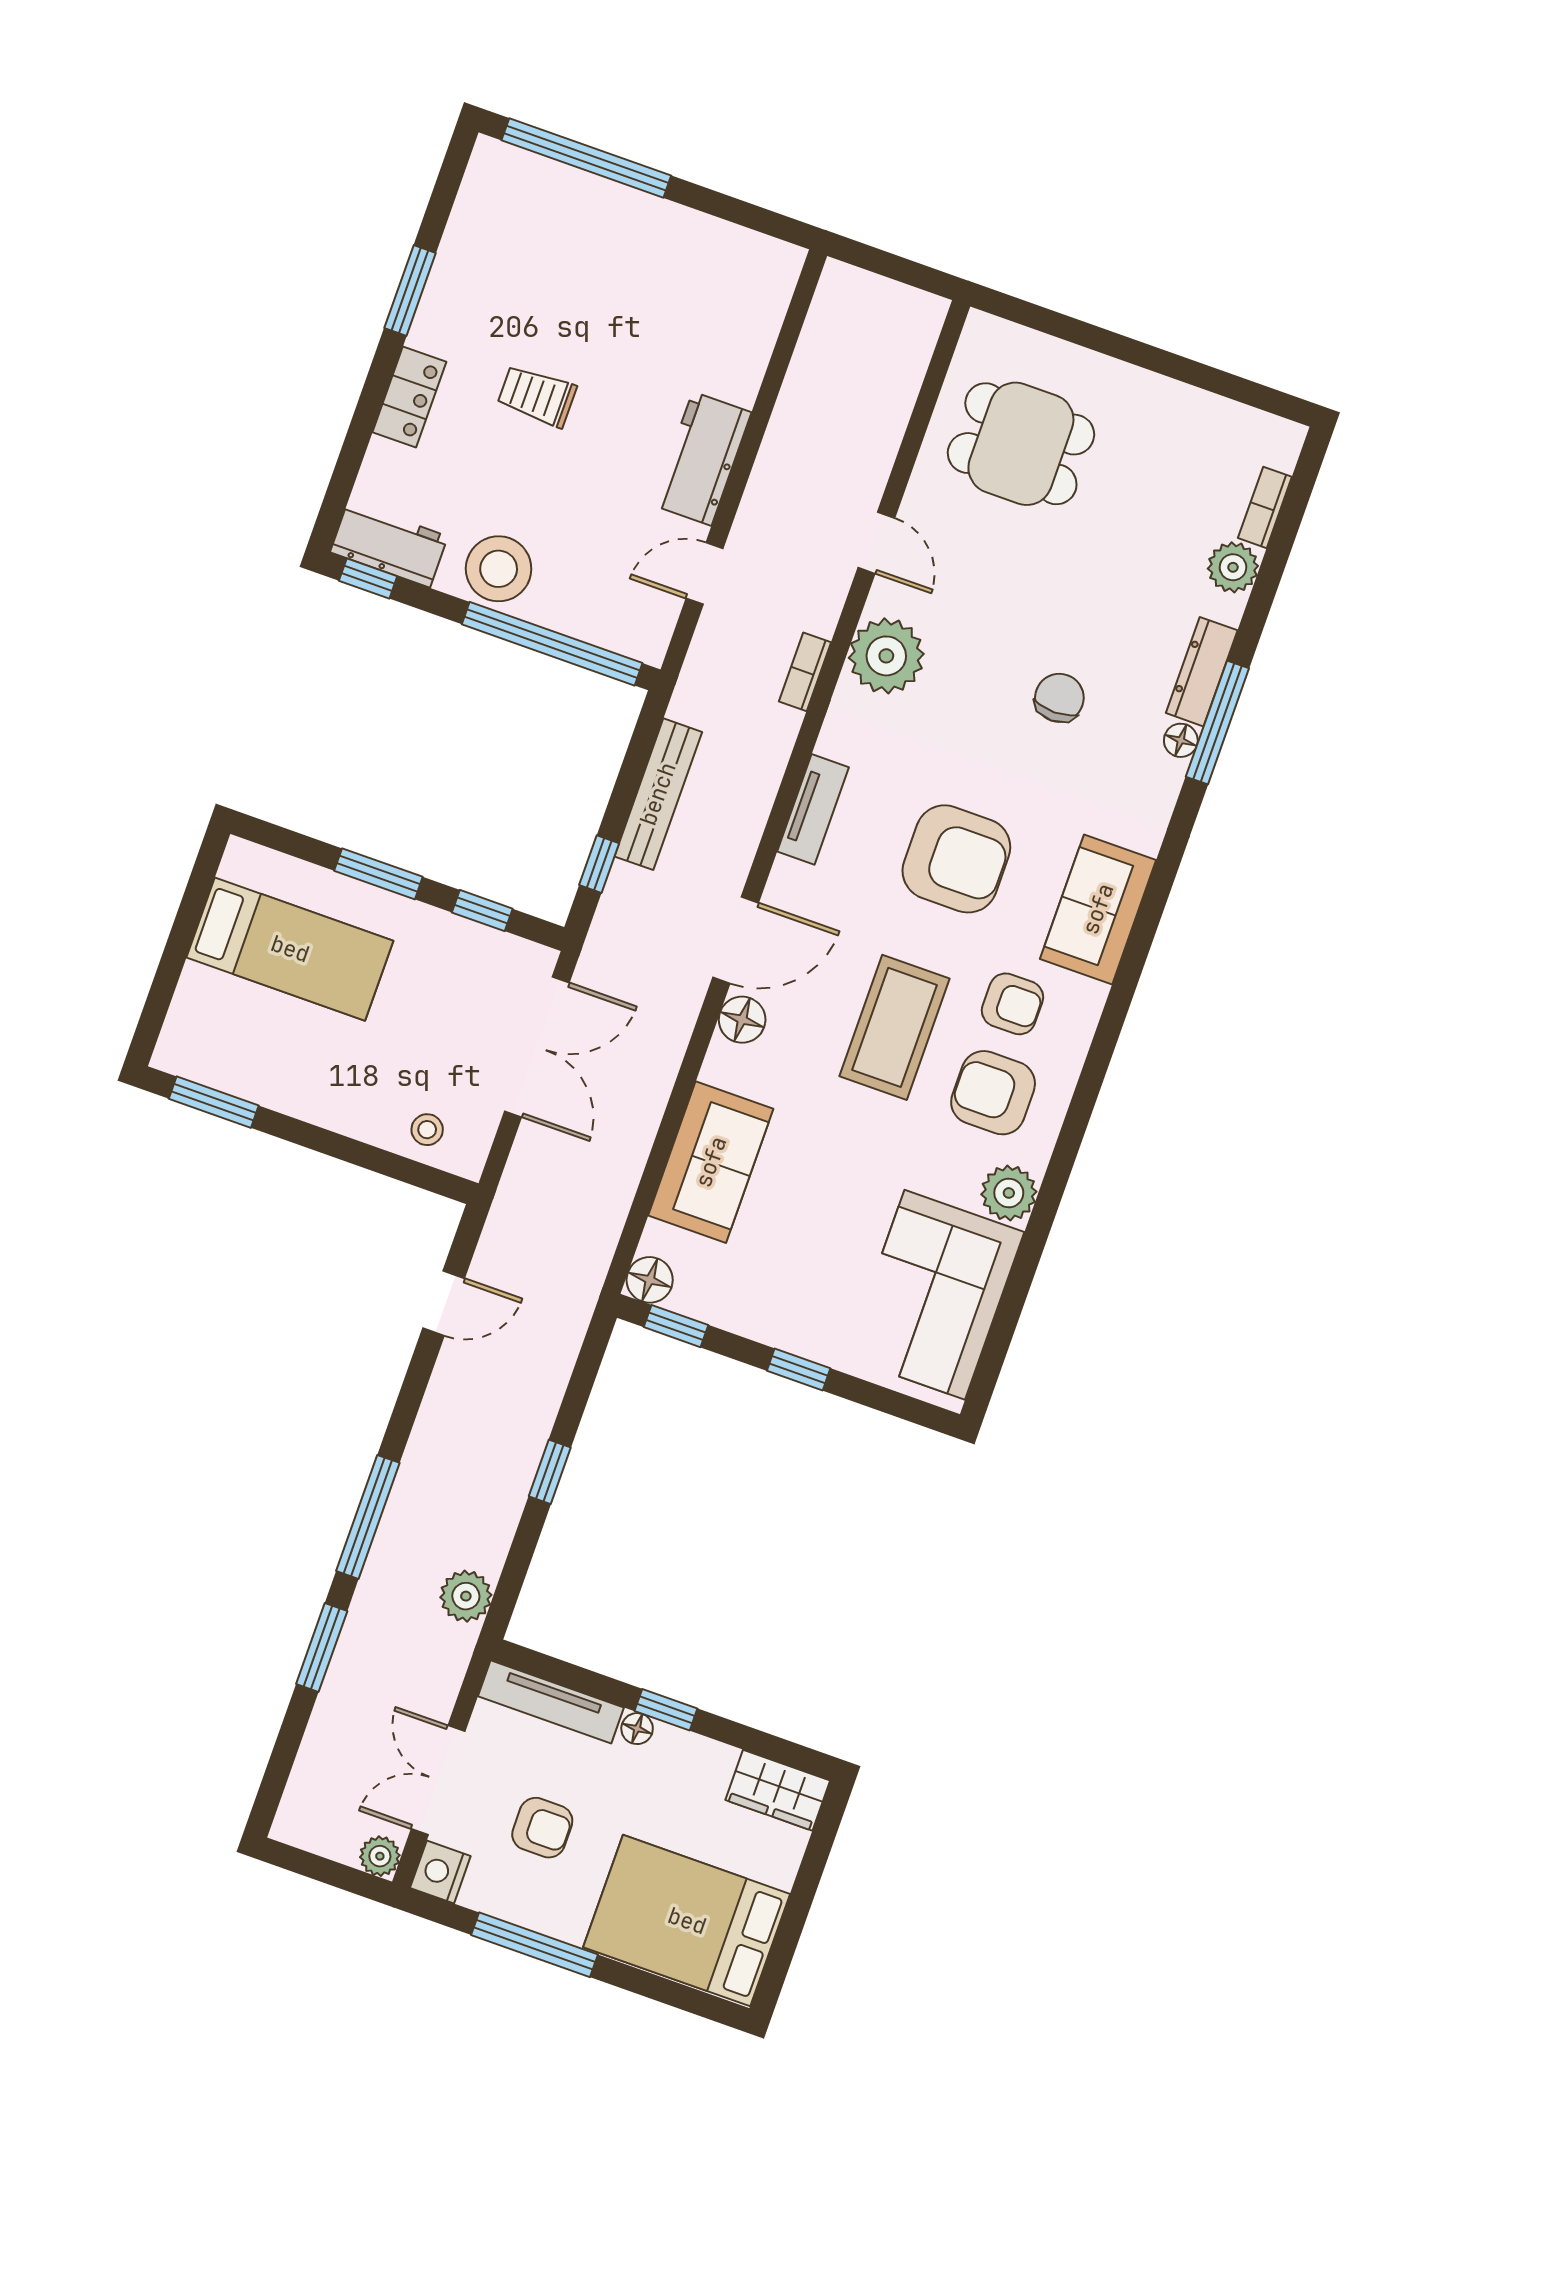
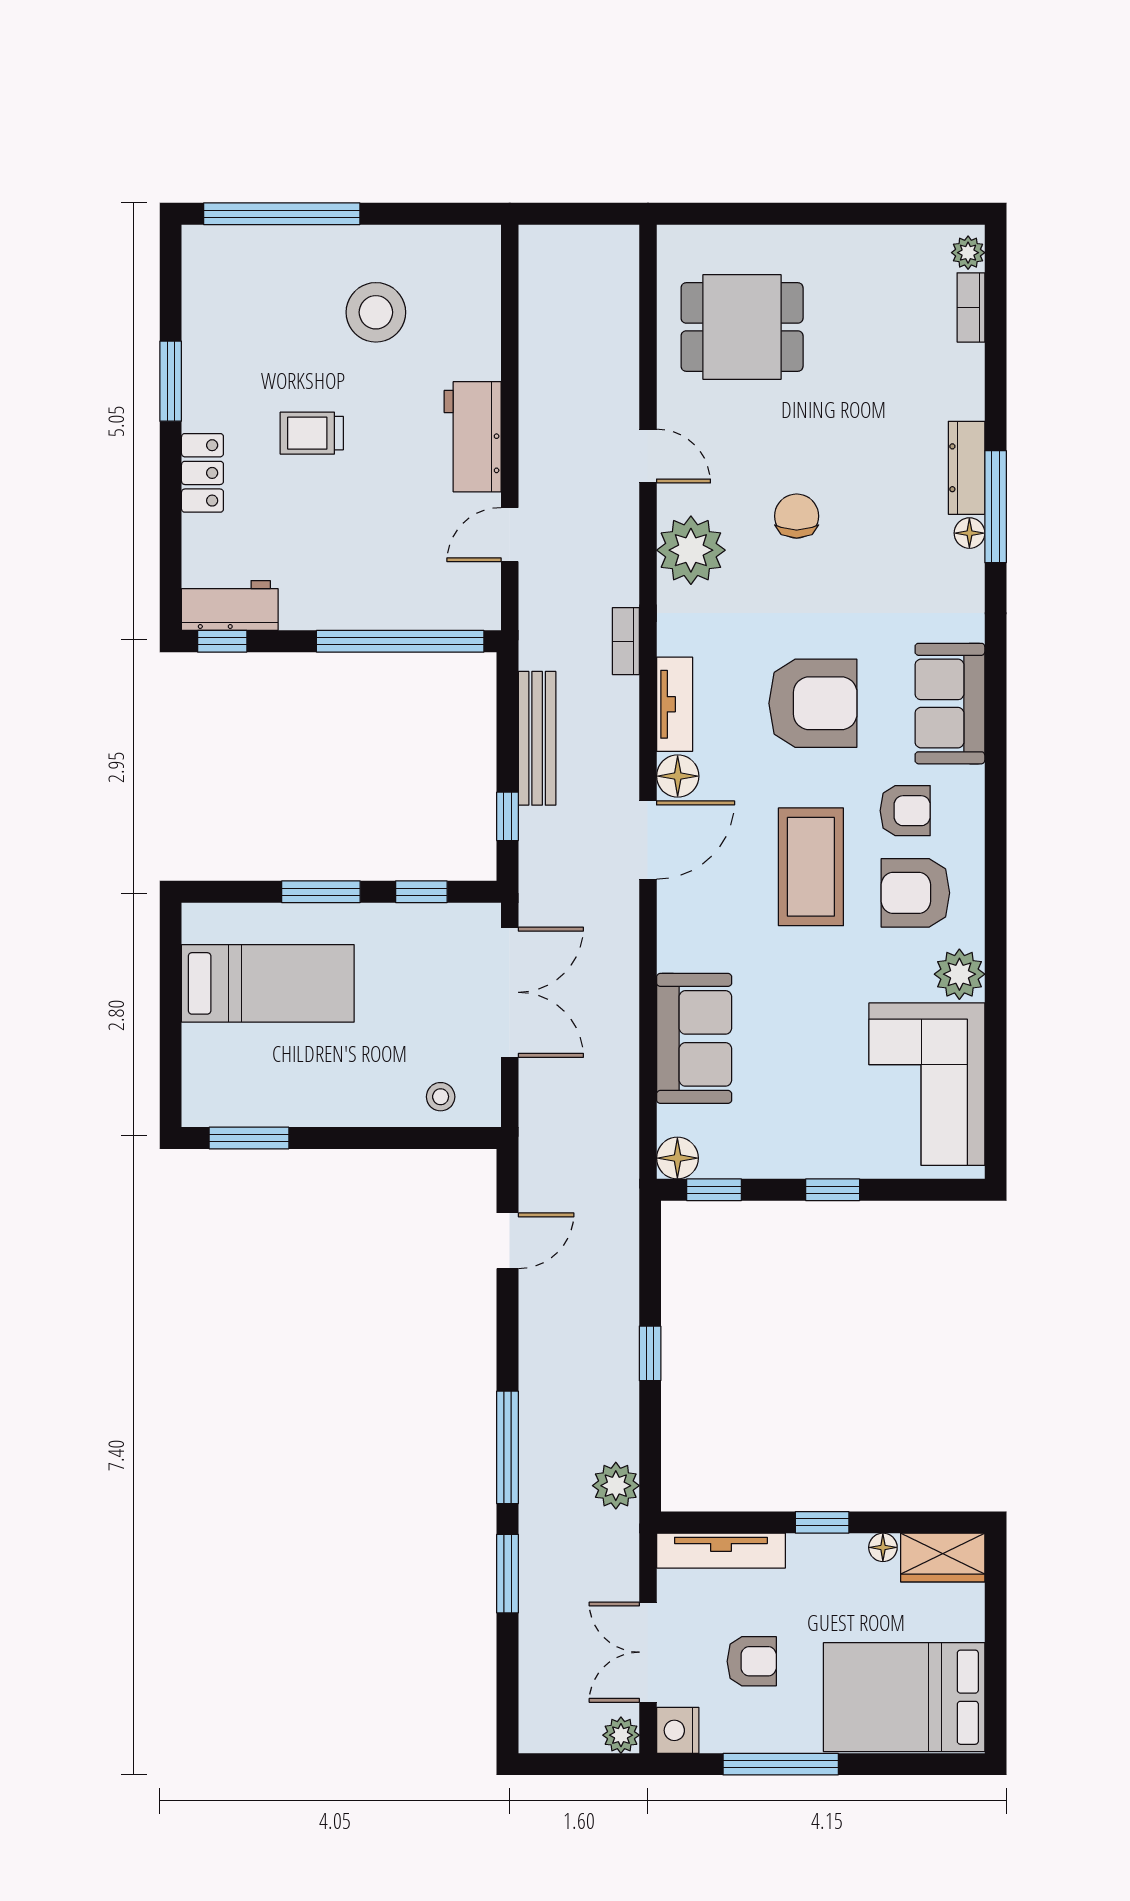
plant: (1233, 567) -> (968, 253), moved, width x0.73, depth x0.73
stool: (499, 569) -> (376, 312), moved
bookcase: (805, 672) -> (626, 641), moved
chair: (1059, 698) -> (797, 516), moved
floor lamp: (742, 1020) -> (678, 776), moved
floor lamp: (637, 1729) -> (883, 1547), moved

